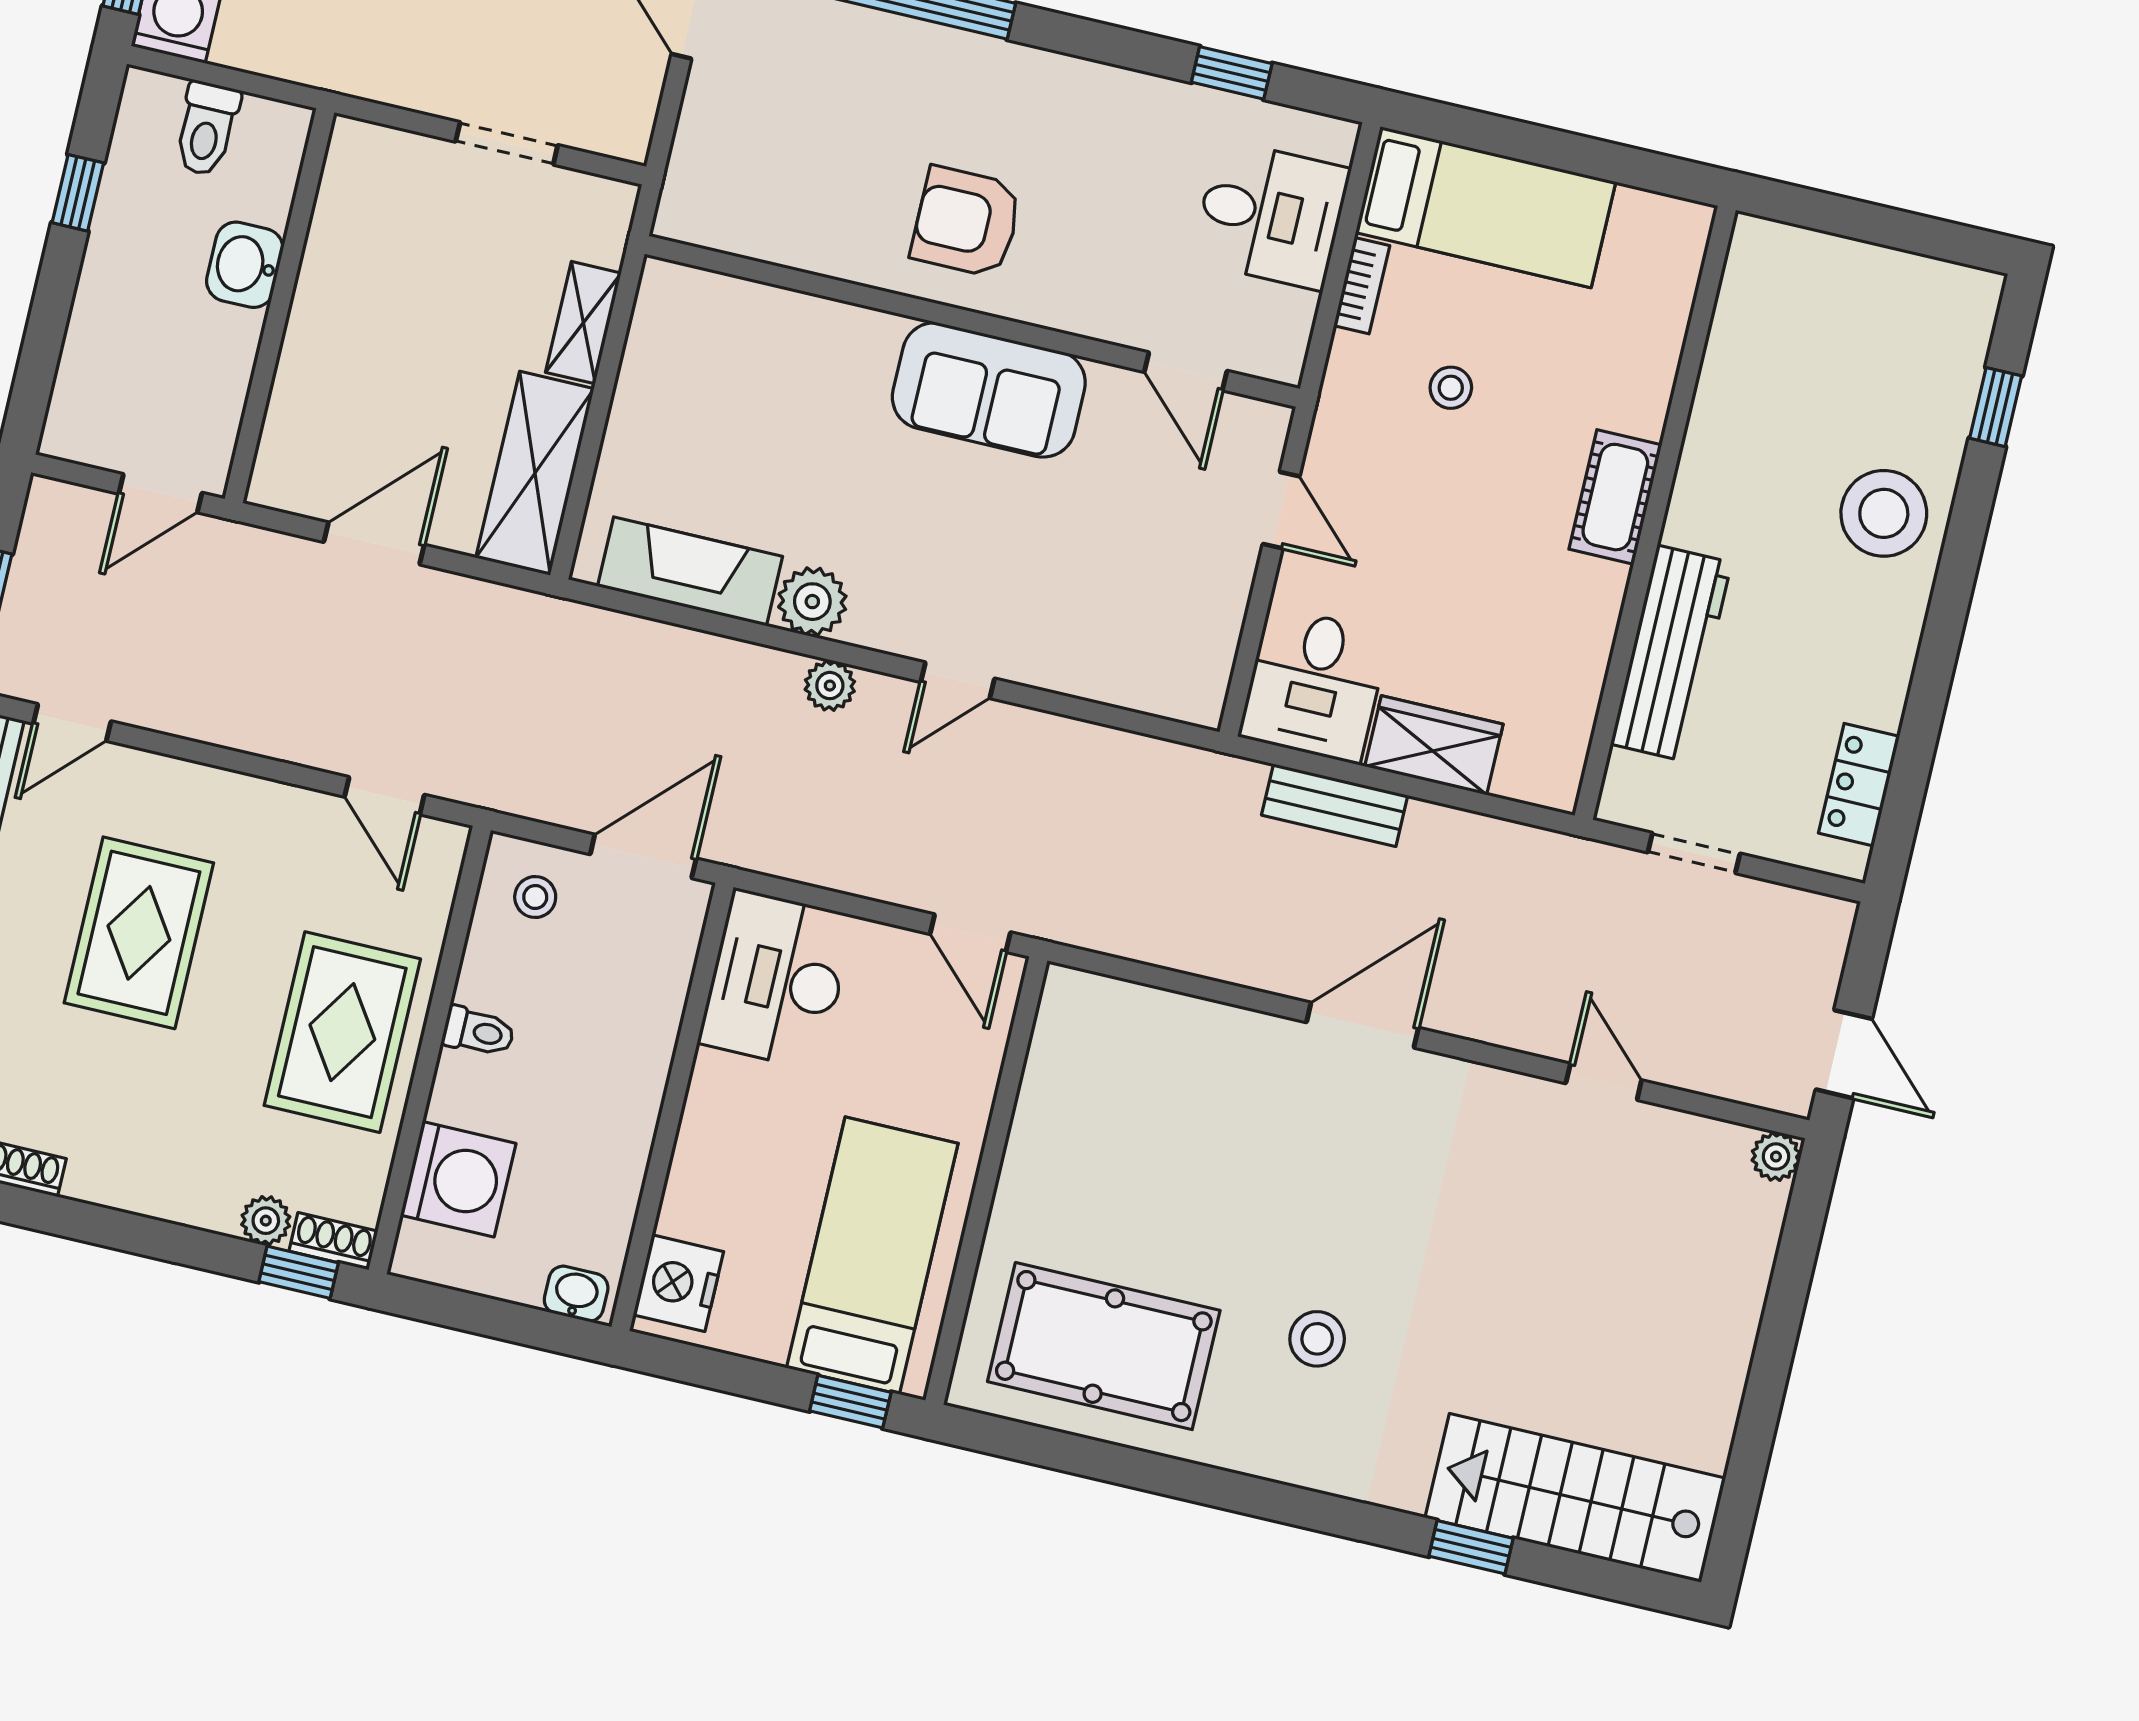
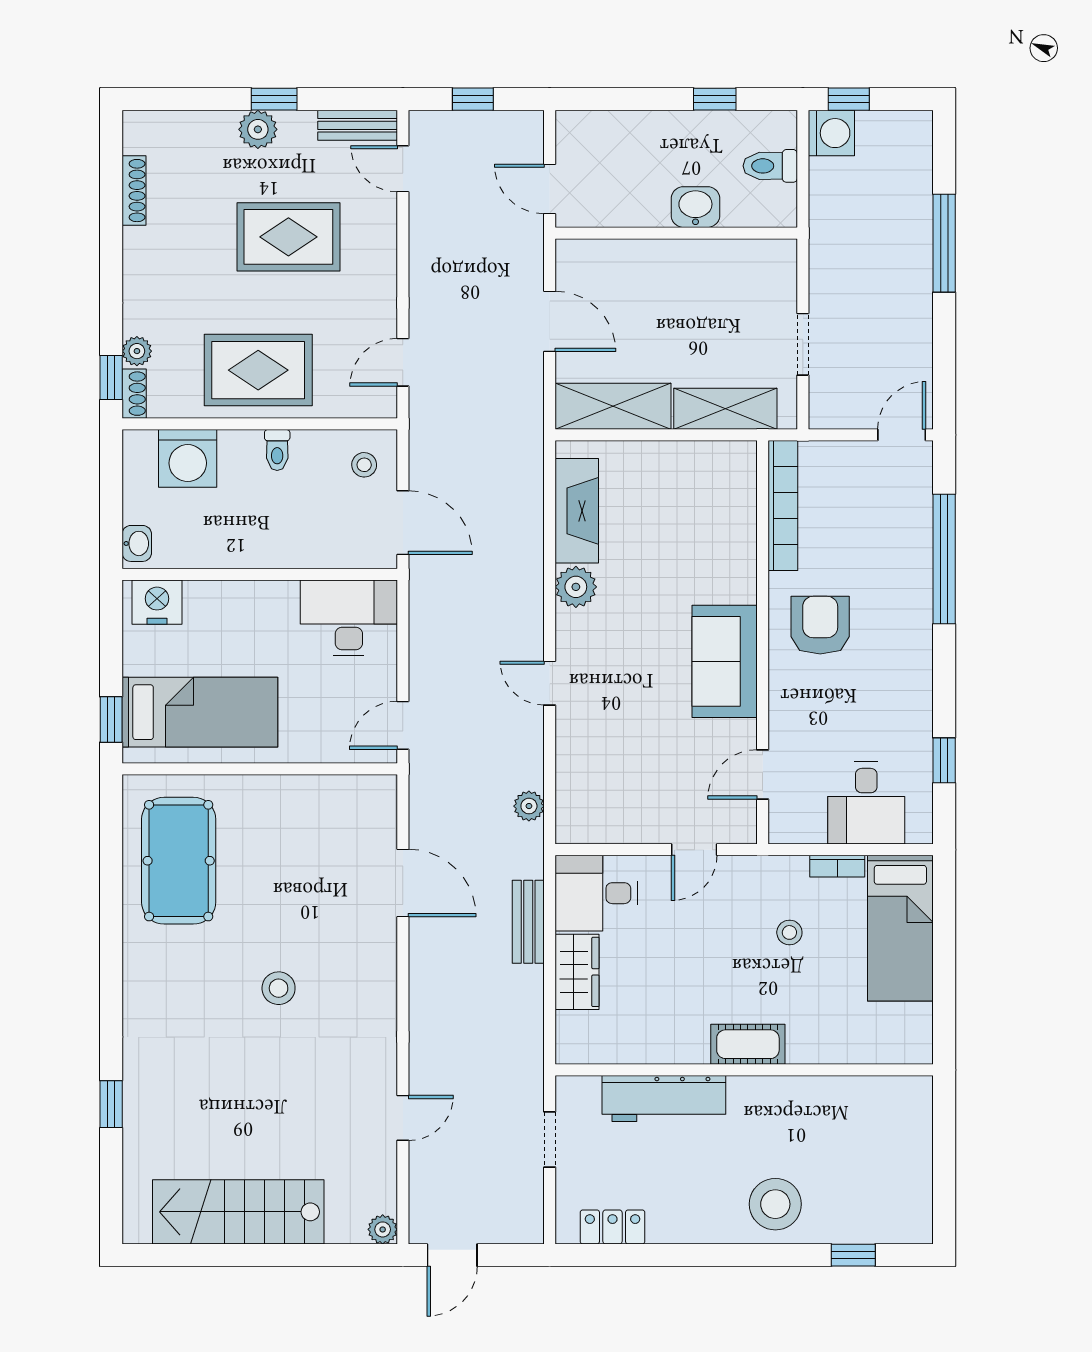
bookcase: (759, 237) -> (783, 505), added
shelving: (583, 323) -> (725, 409), width x1.50, depth x1.33
plant: (830, 686) -> (529, 806), moved
door: (1362, 1025) -> (403, 883), moved
stool: (1317, 1339) -> (279, 988), moved
stairs: (1575, 1498) -> (238, 1212), moved, turned -90

